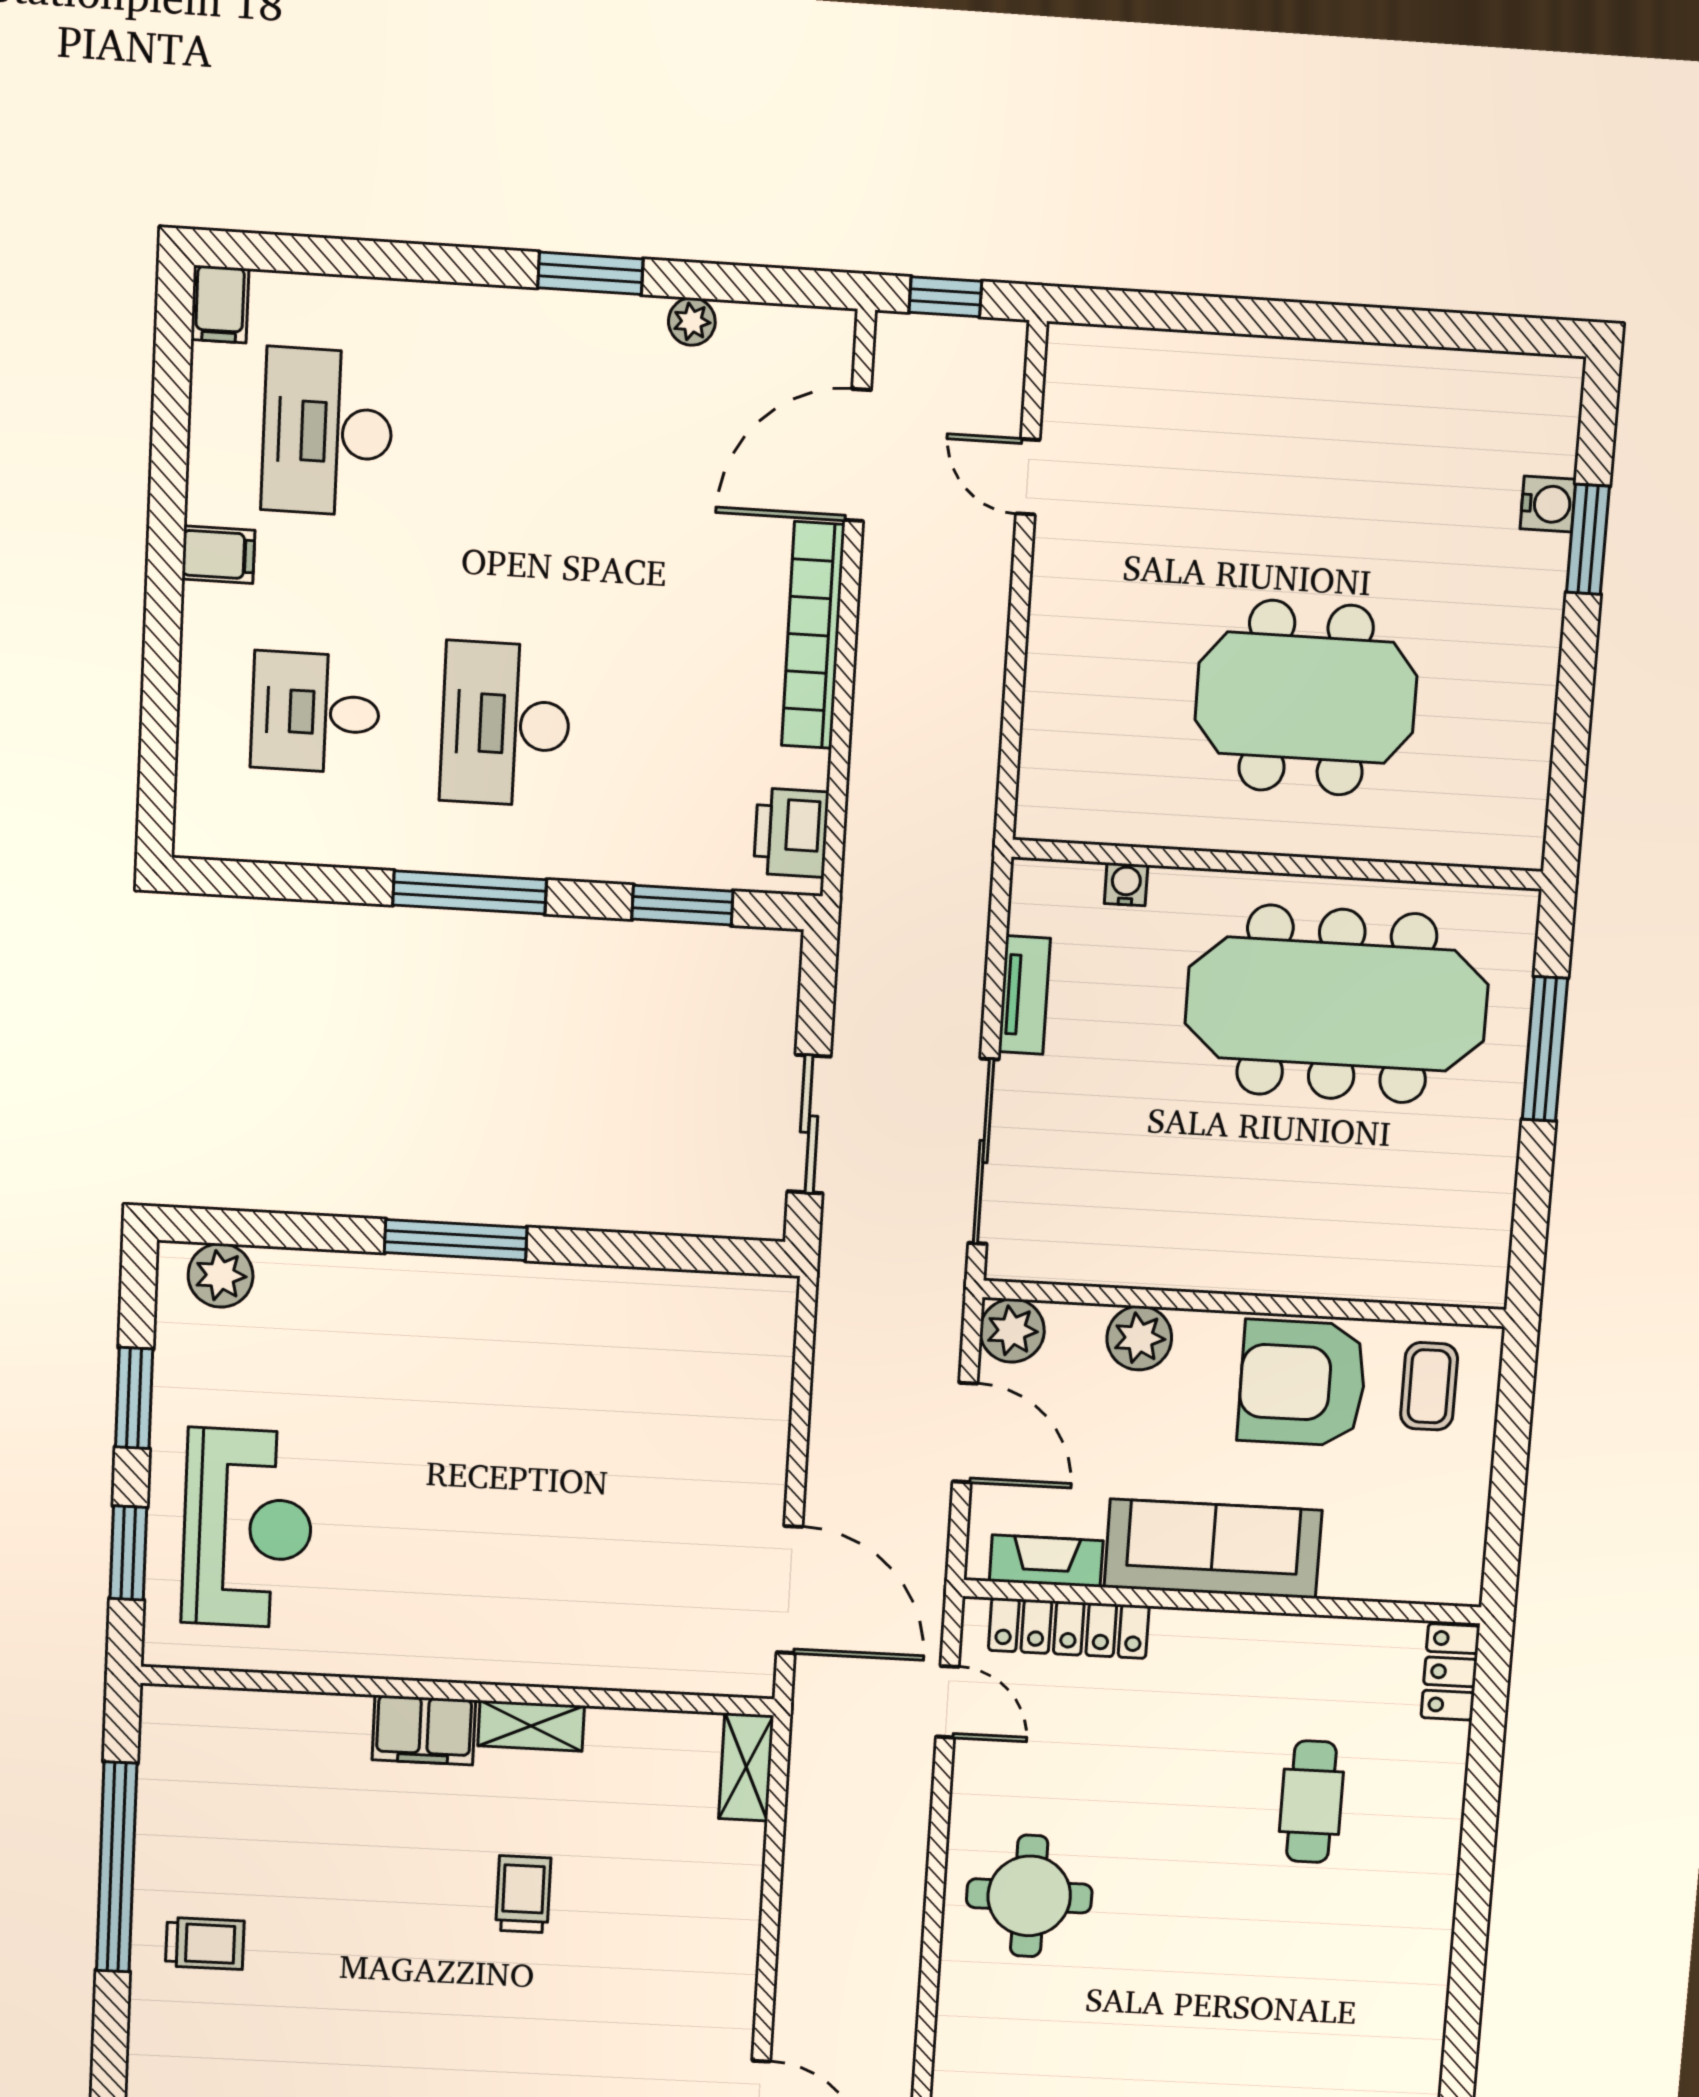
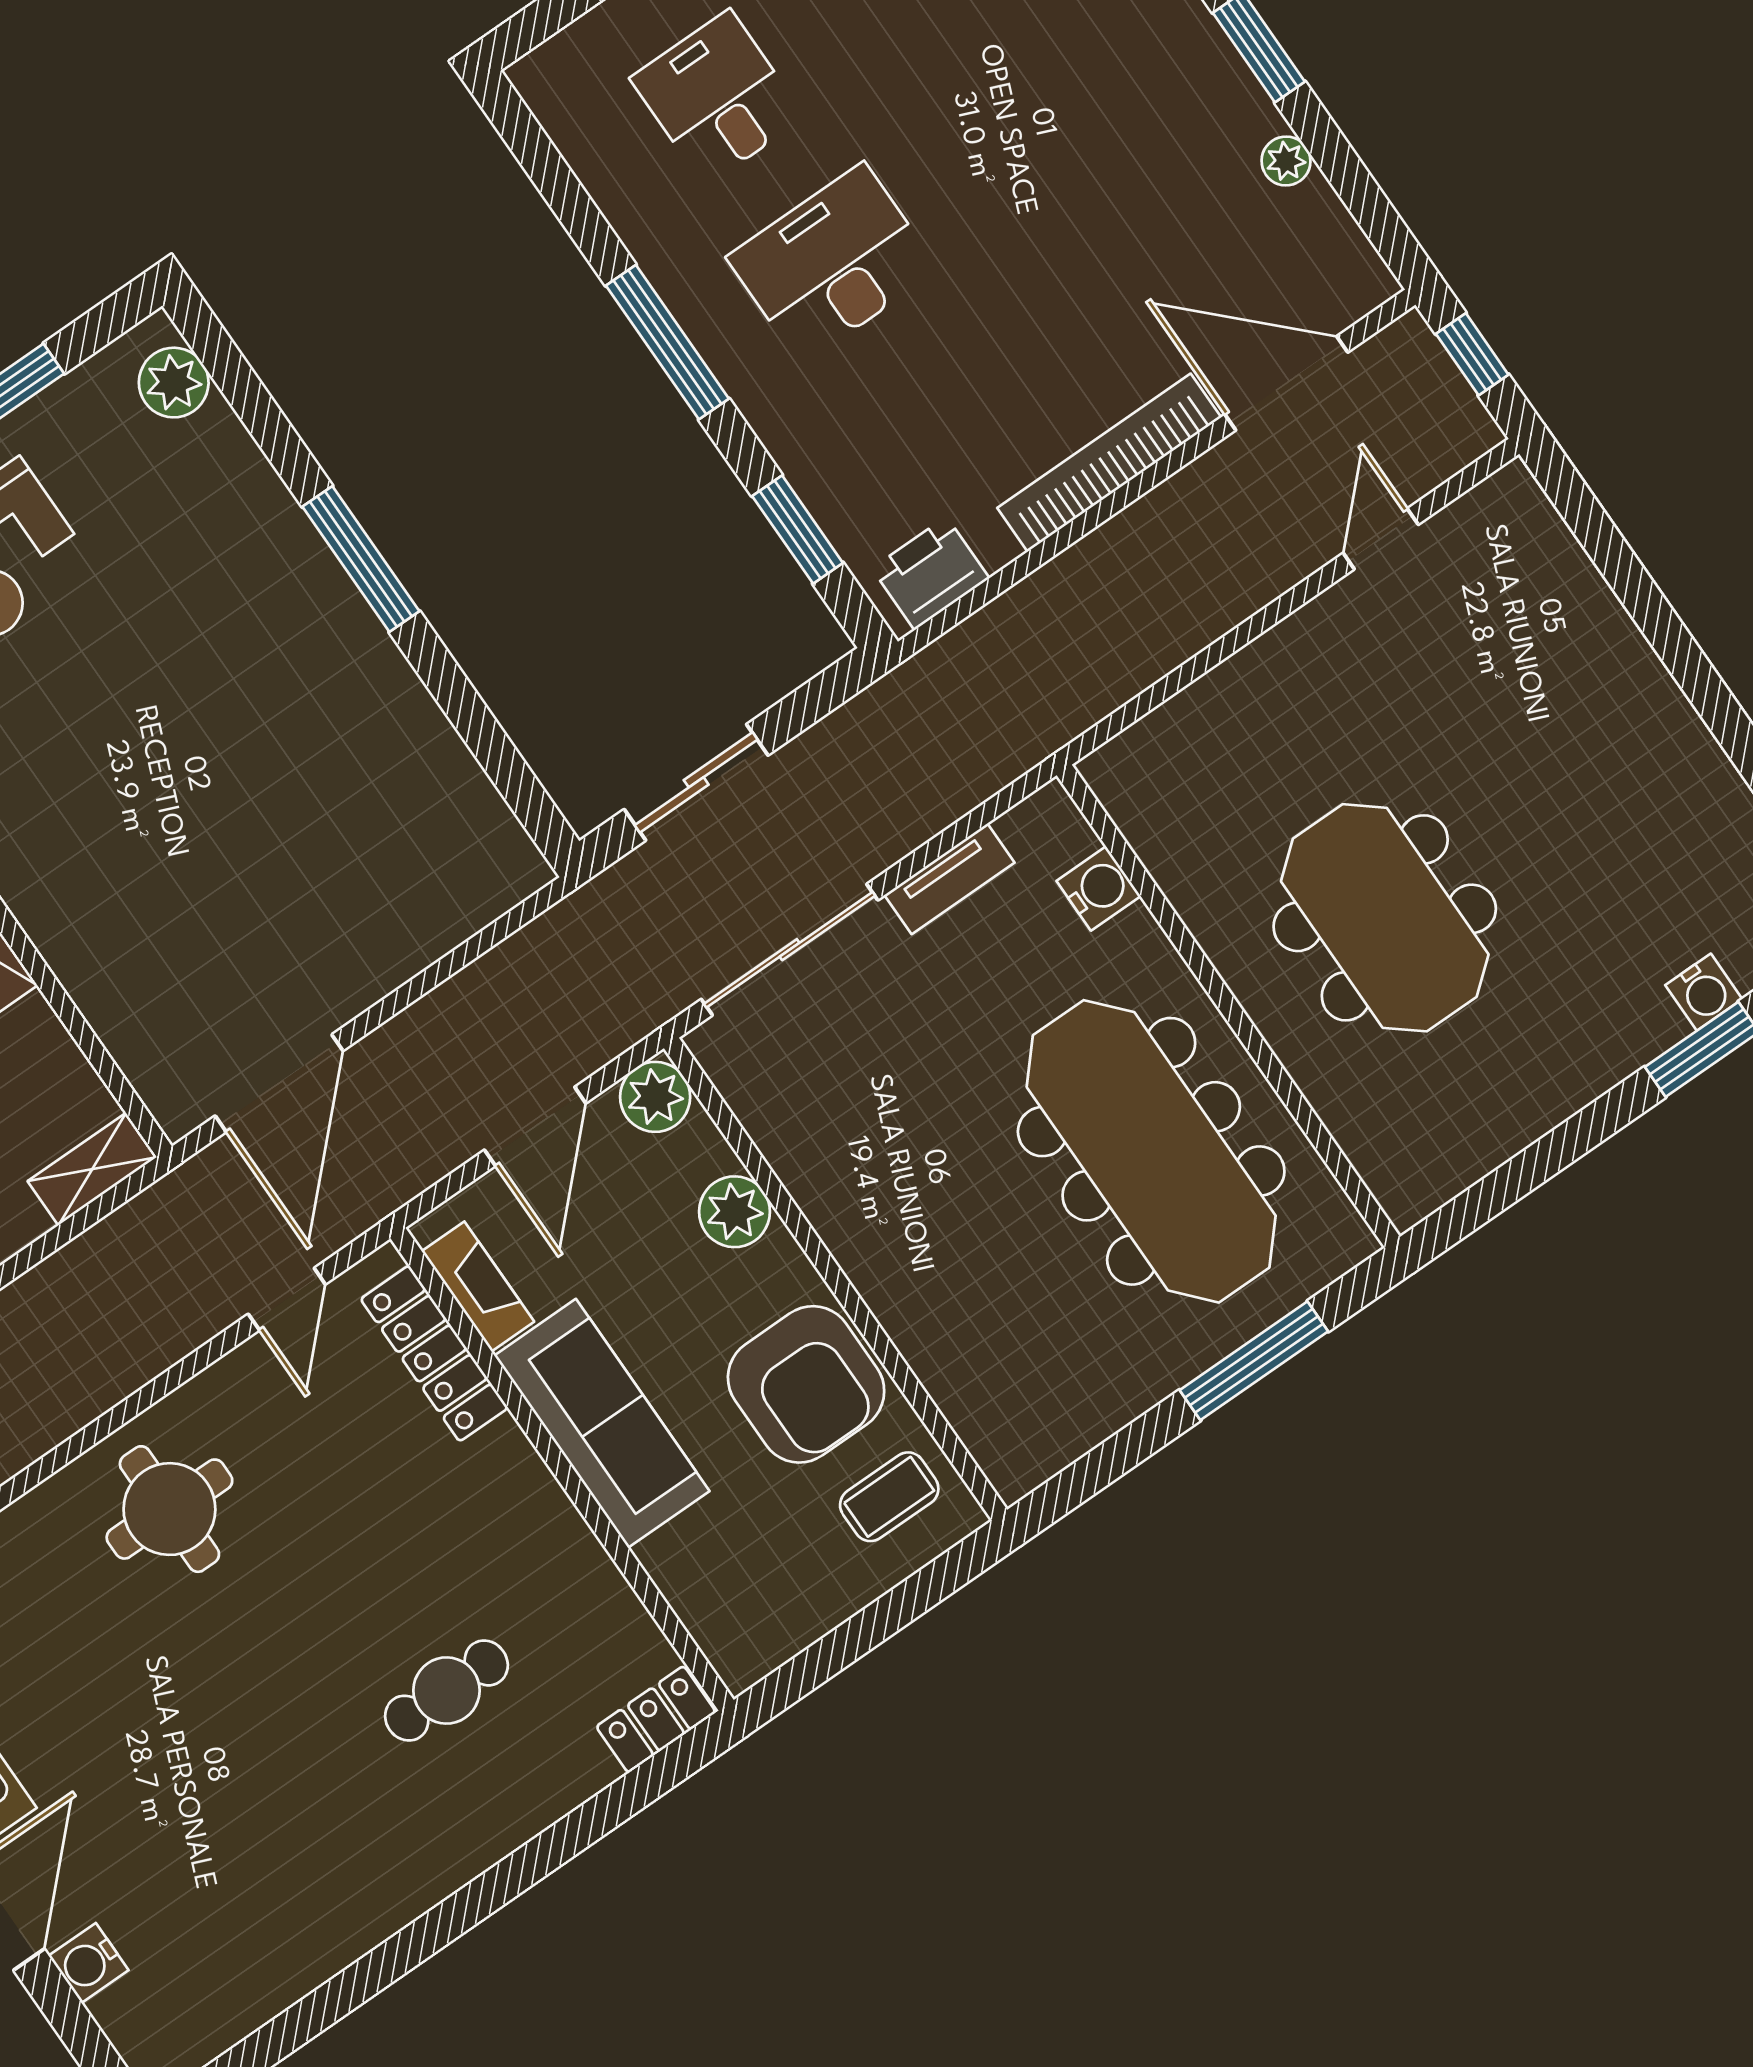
water cooler: (1126, 884) -> (1099, 889), width x1.38, depth x1.38
armchair: (1302, 1383) -> (806, 1384), turned 180

